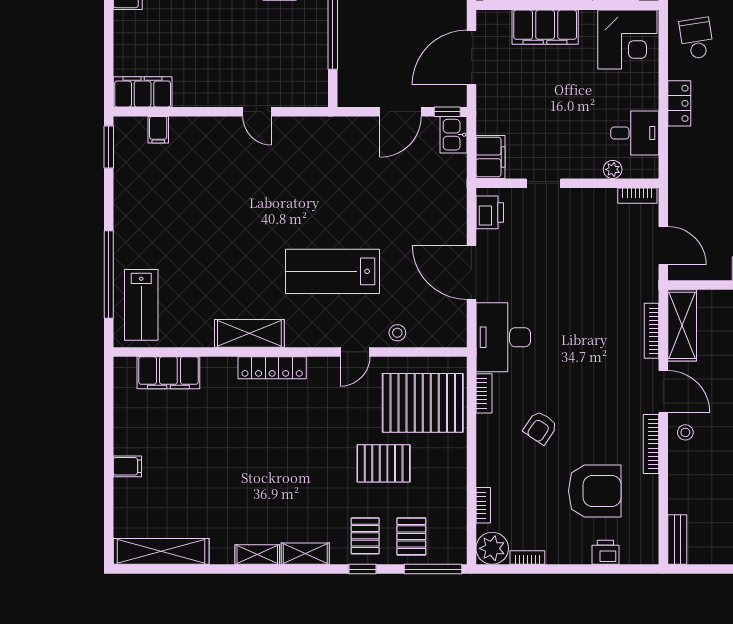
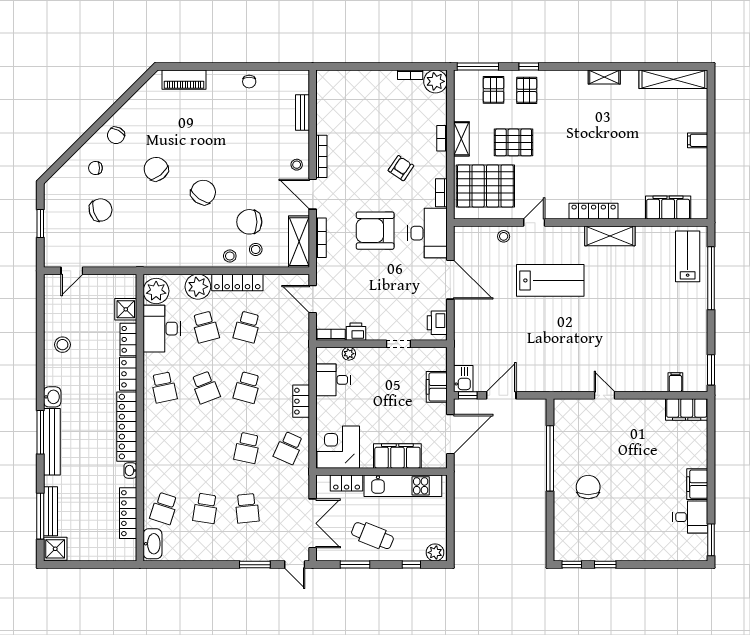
school desk: (697, 38) -> (289, 448), turned 33
filing cabinet: (490, 157) -> (437, 387), moved
armchair: (595, 491) -> (375, 231), moved
bookcase: (483, 505) -> (442, 138), moved
bench: (677, 540) -> (302, 112), moved
printer: (605, 552) -> (356, 332), moved, turned 180
shelving: (305, 554) -> (461, 139), moved, turned 90

